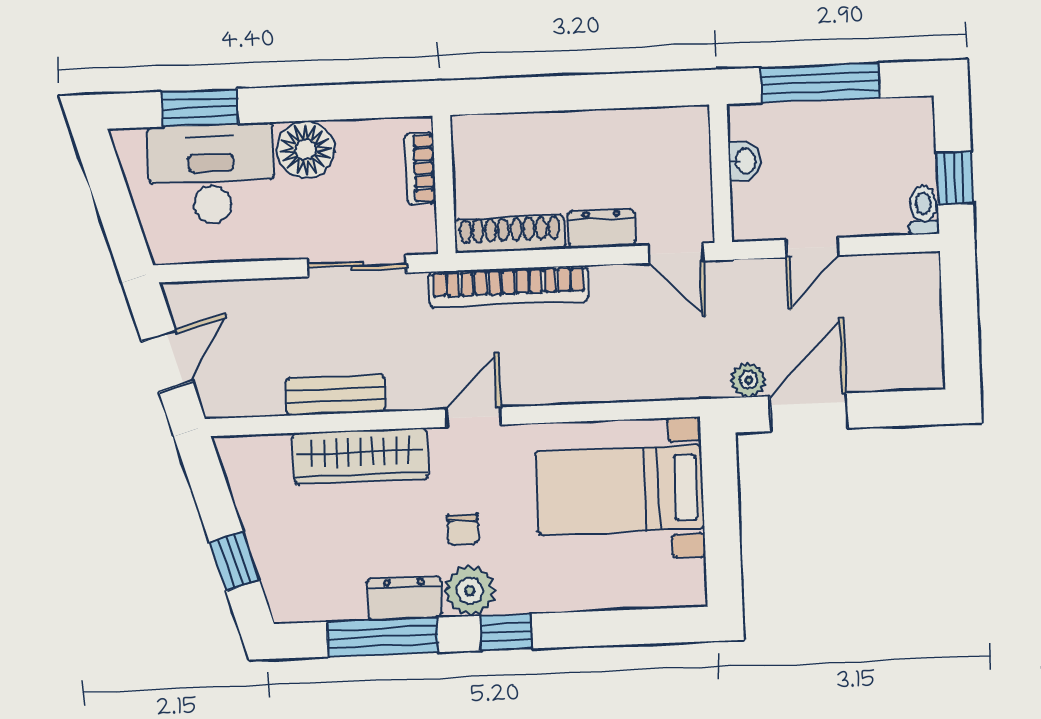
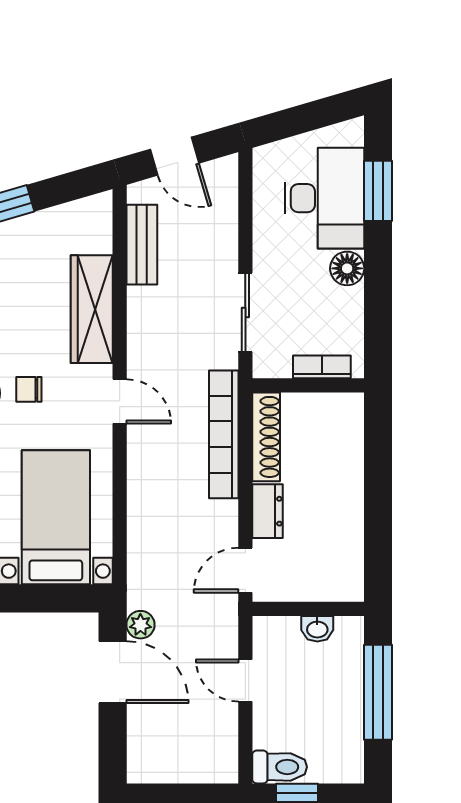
floor lamp: (306, 150) -> (347, 268), width x0.73, depth x0.73
toilet: (923, 210) -> (280, 767), width x1.37, depth x1.39
bench: (336, 395) -> (142, 245), moved

